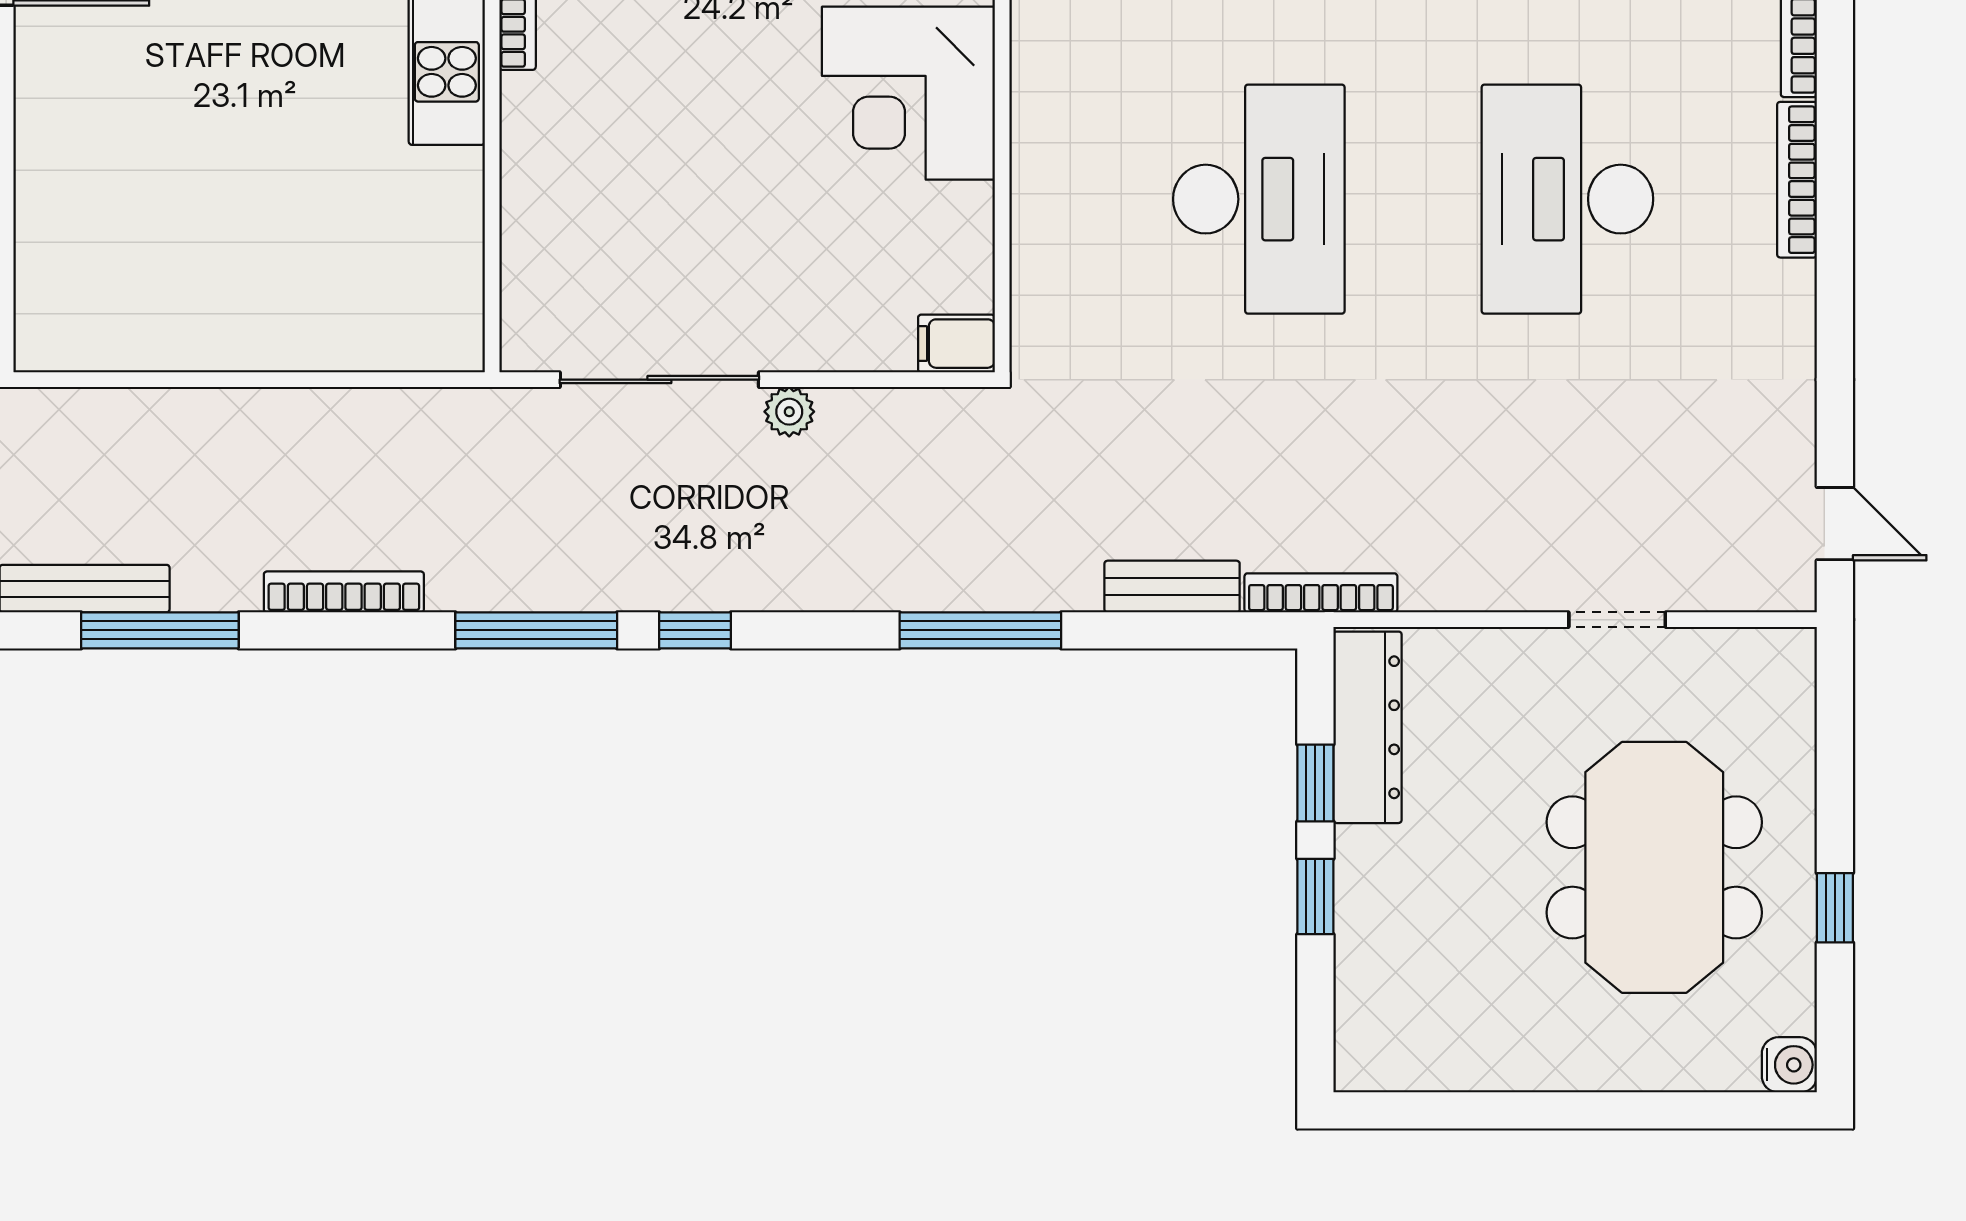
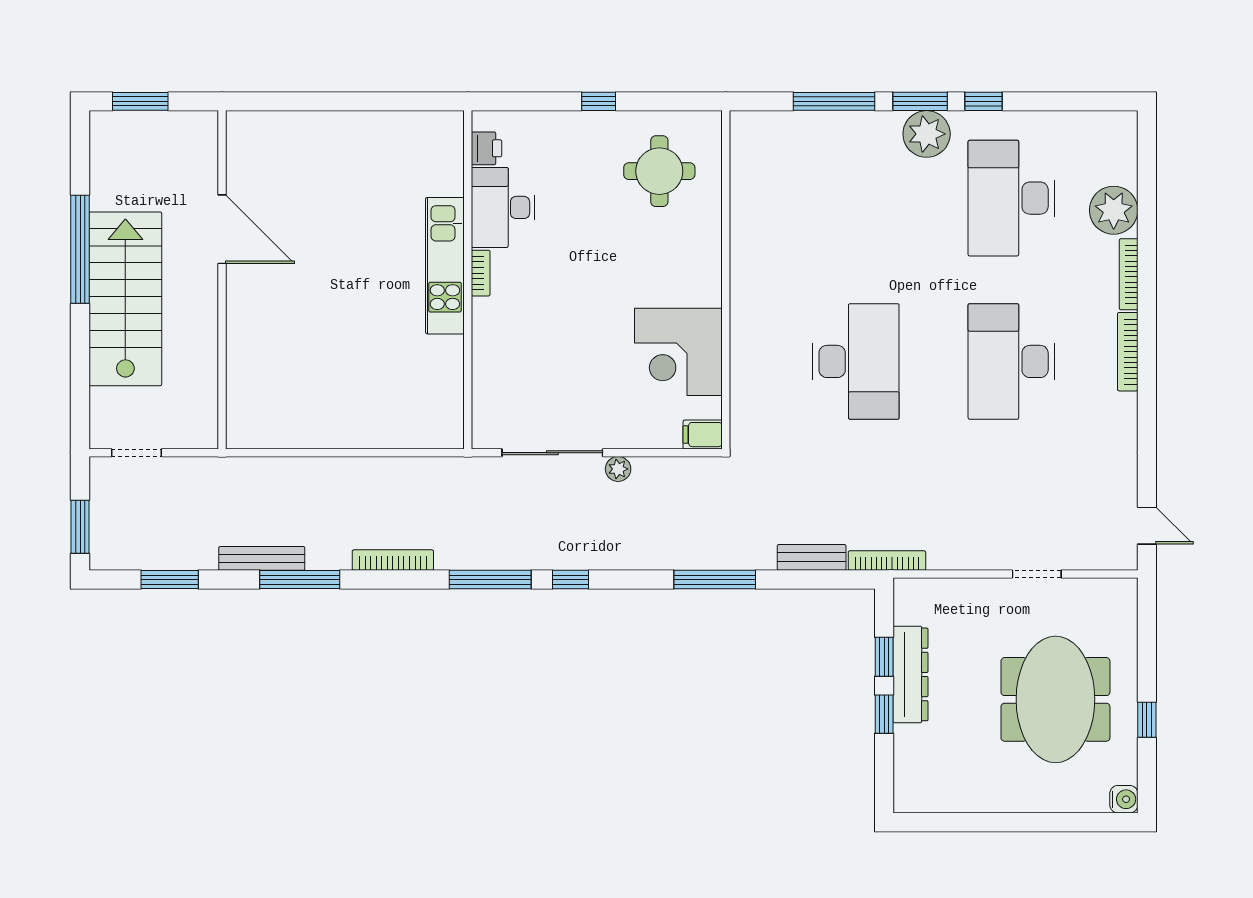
corner desk: (908, 93) -> (678, 352), moved
dresser: (1367, 727) -> (910, 674), moved

